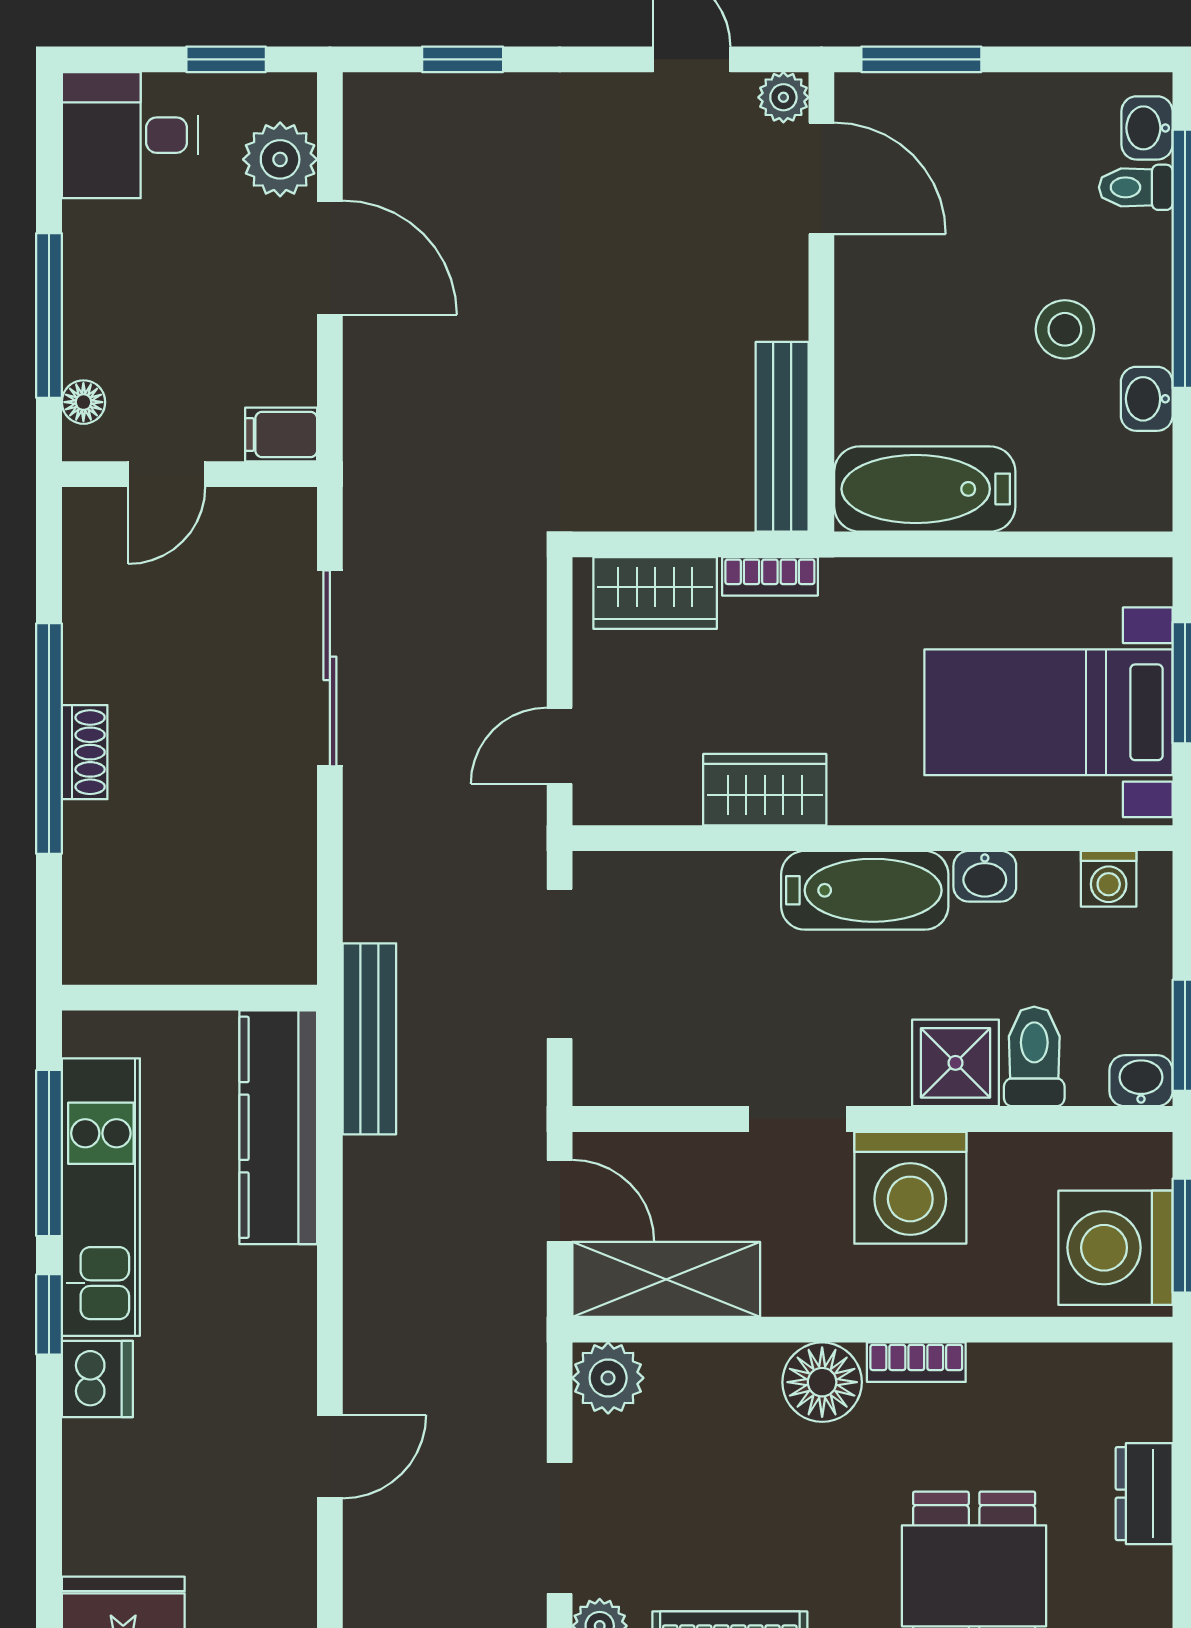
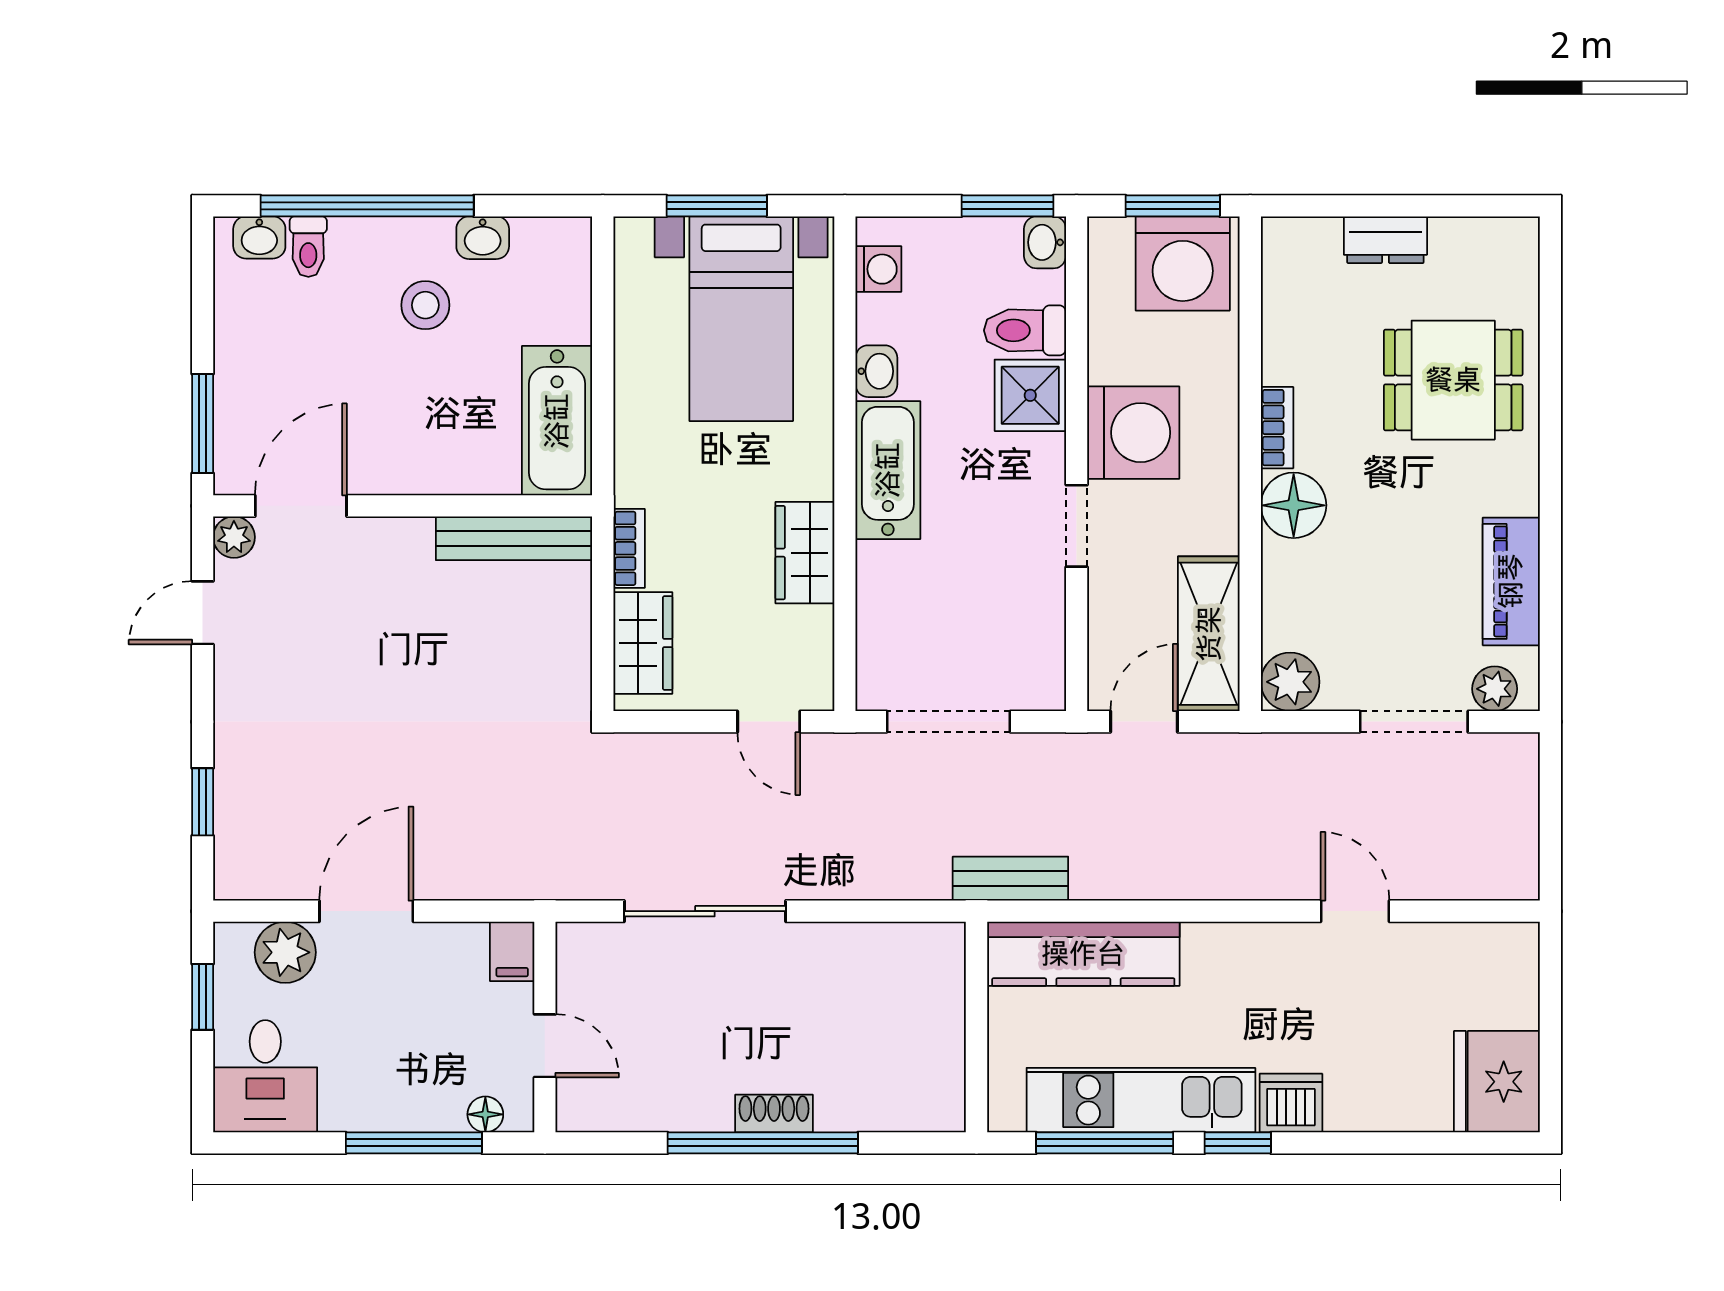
bench: (369, 1039) -> (1010, 879), width x0.73

